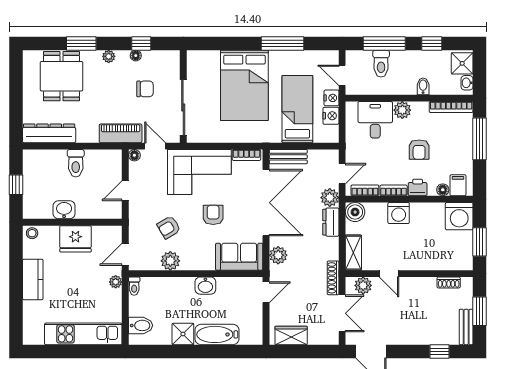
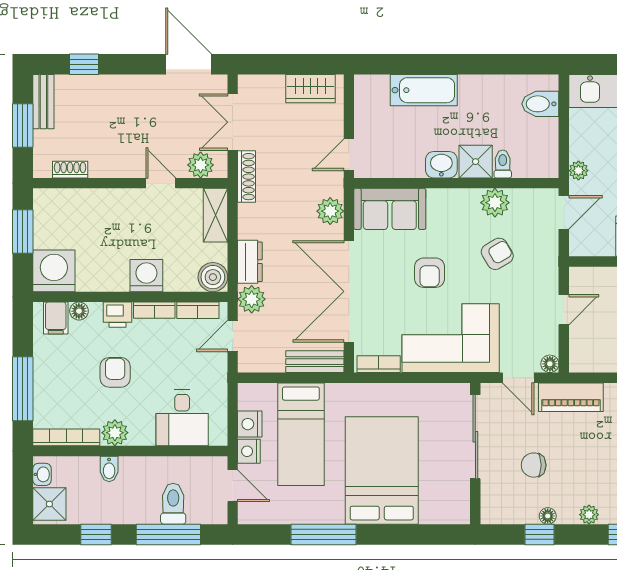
plant: (402, 110) -> (115, 433), moved
toilet: (134, 286) -> (503, 164), moved
shower: (183, 334) -> (476, 162), moved

